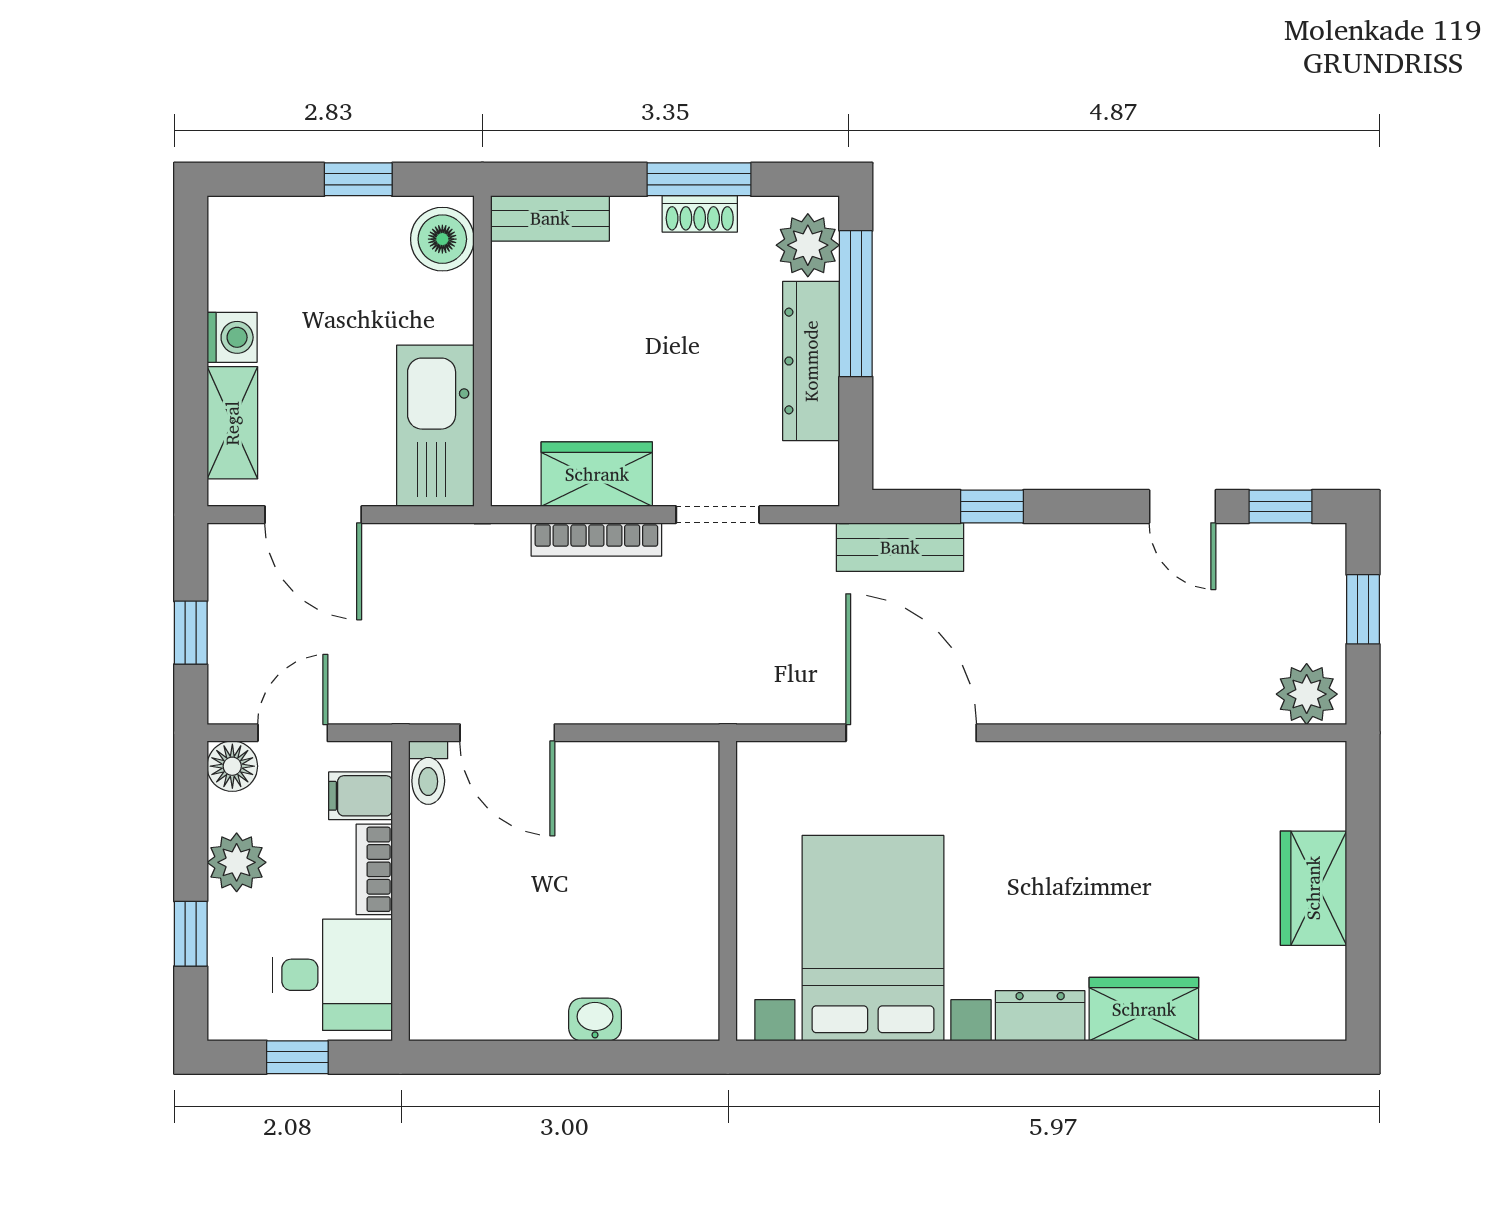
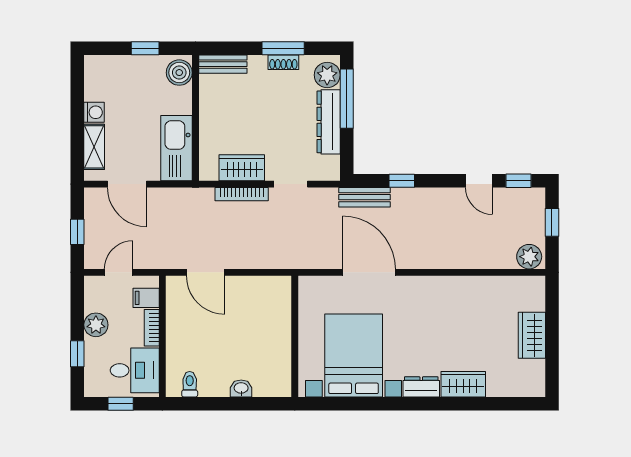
floor lamp: (232, 766) -> (94, 286), removed
toilet: (428, 773) -> (190, 384), moved, turned 180

